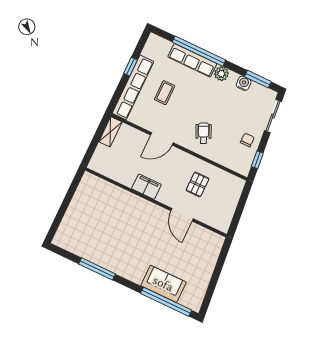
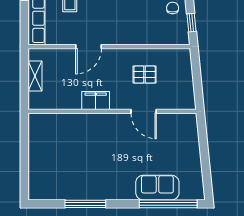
shelving: (110, 132) -> (35, 76), moved
wheelchair: (204, 133) -> (127, 22), removed
pallet: (198, 184) -> (145, 75), turned 90

